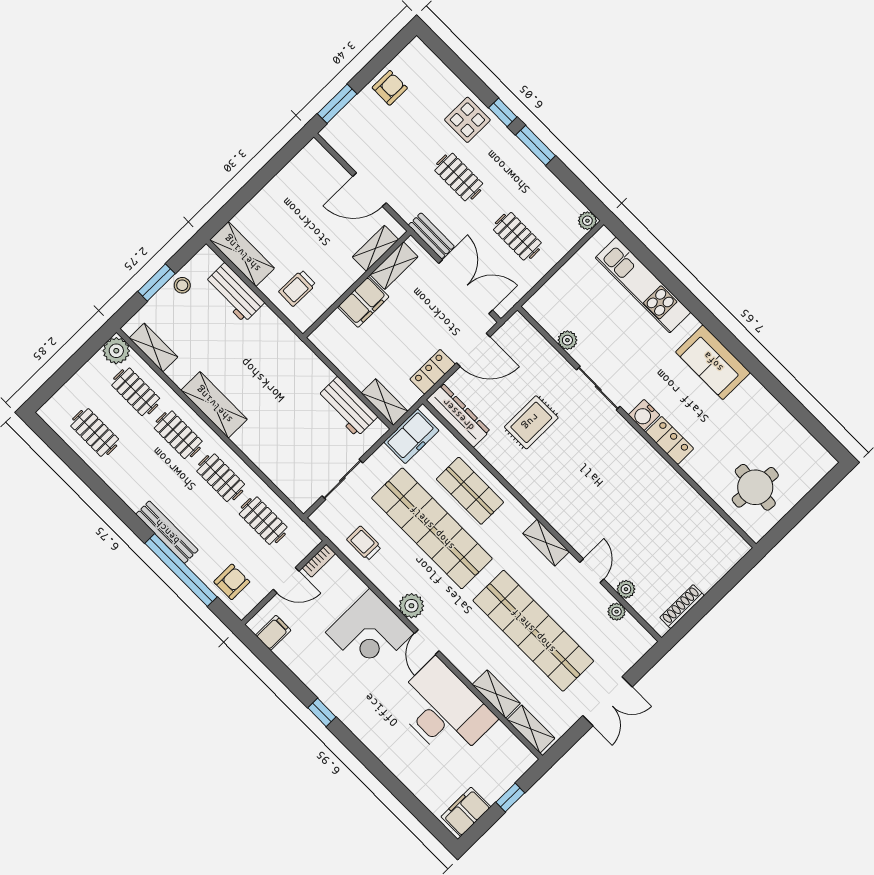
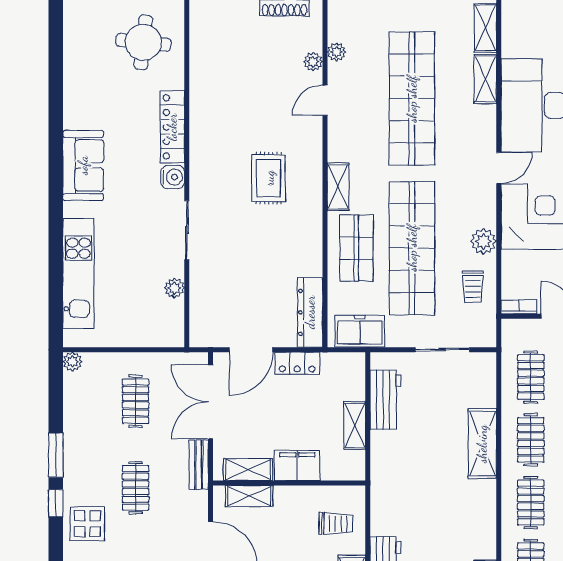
door: (473, 350) -> (251, 350), swing flipped
shelving: (385, 402) -> (355, 425), moved
shelving: (214, 405) -> (482, 444), moved
rug: (531, 422) -> (269, 178), moved, turned 90
locker: (670, 440) -> (172, 127), width x1.53
shelving: (546, 543) -> (338, 187), moved
plant: (411, 606) -> (483, 241), moved

